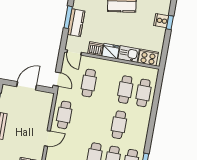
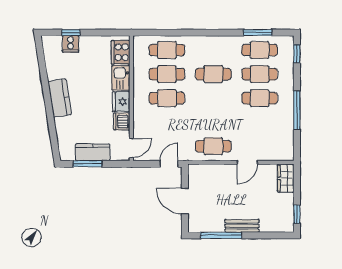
cafe table: (89, 83) -> (167, 98), moved
door: (47, 138) -> (247, 162), swing flipped

